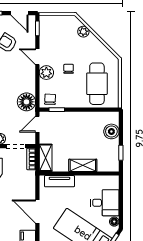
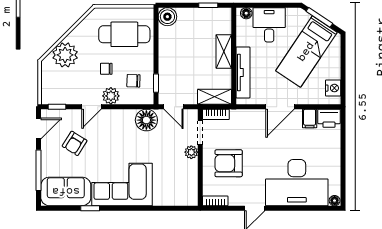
plant: (83, 32) -> (65, 55), width x1.87, depth x1.87
chair: (50, 99) -> (133, 81), moved
boiler: (111, 131) -> (167, 17), moved
tv unit: (59, 181) -> (243, 72), width x1.41
floor lamp: (114, 222) -> (246, 13), moved

